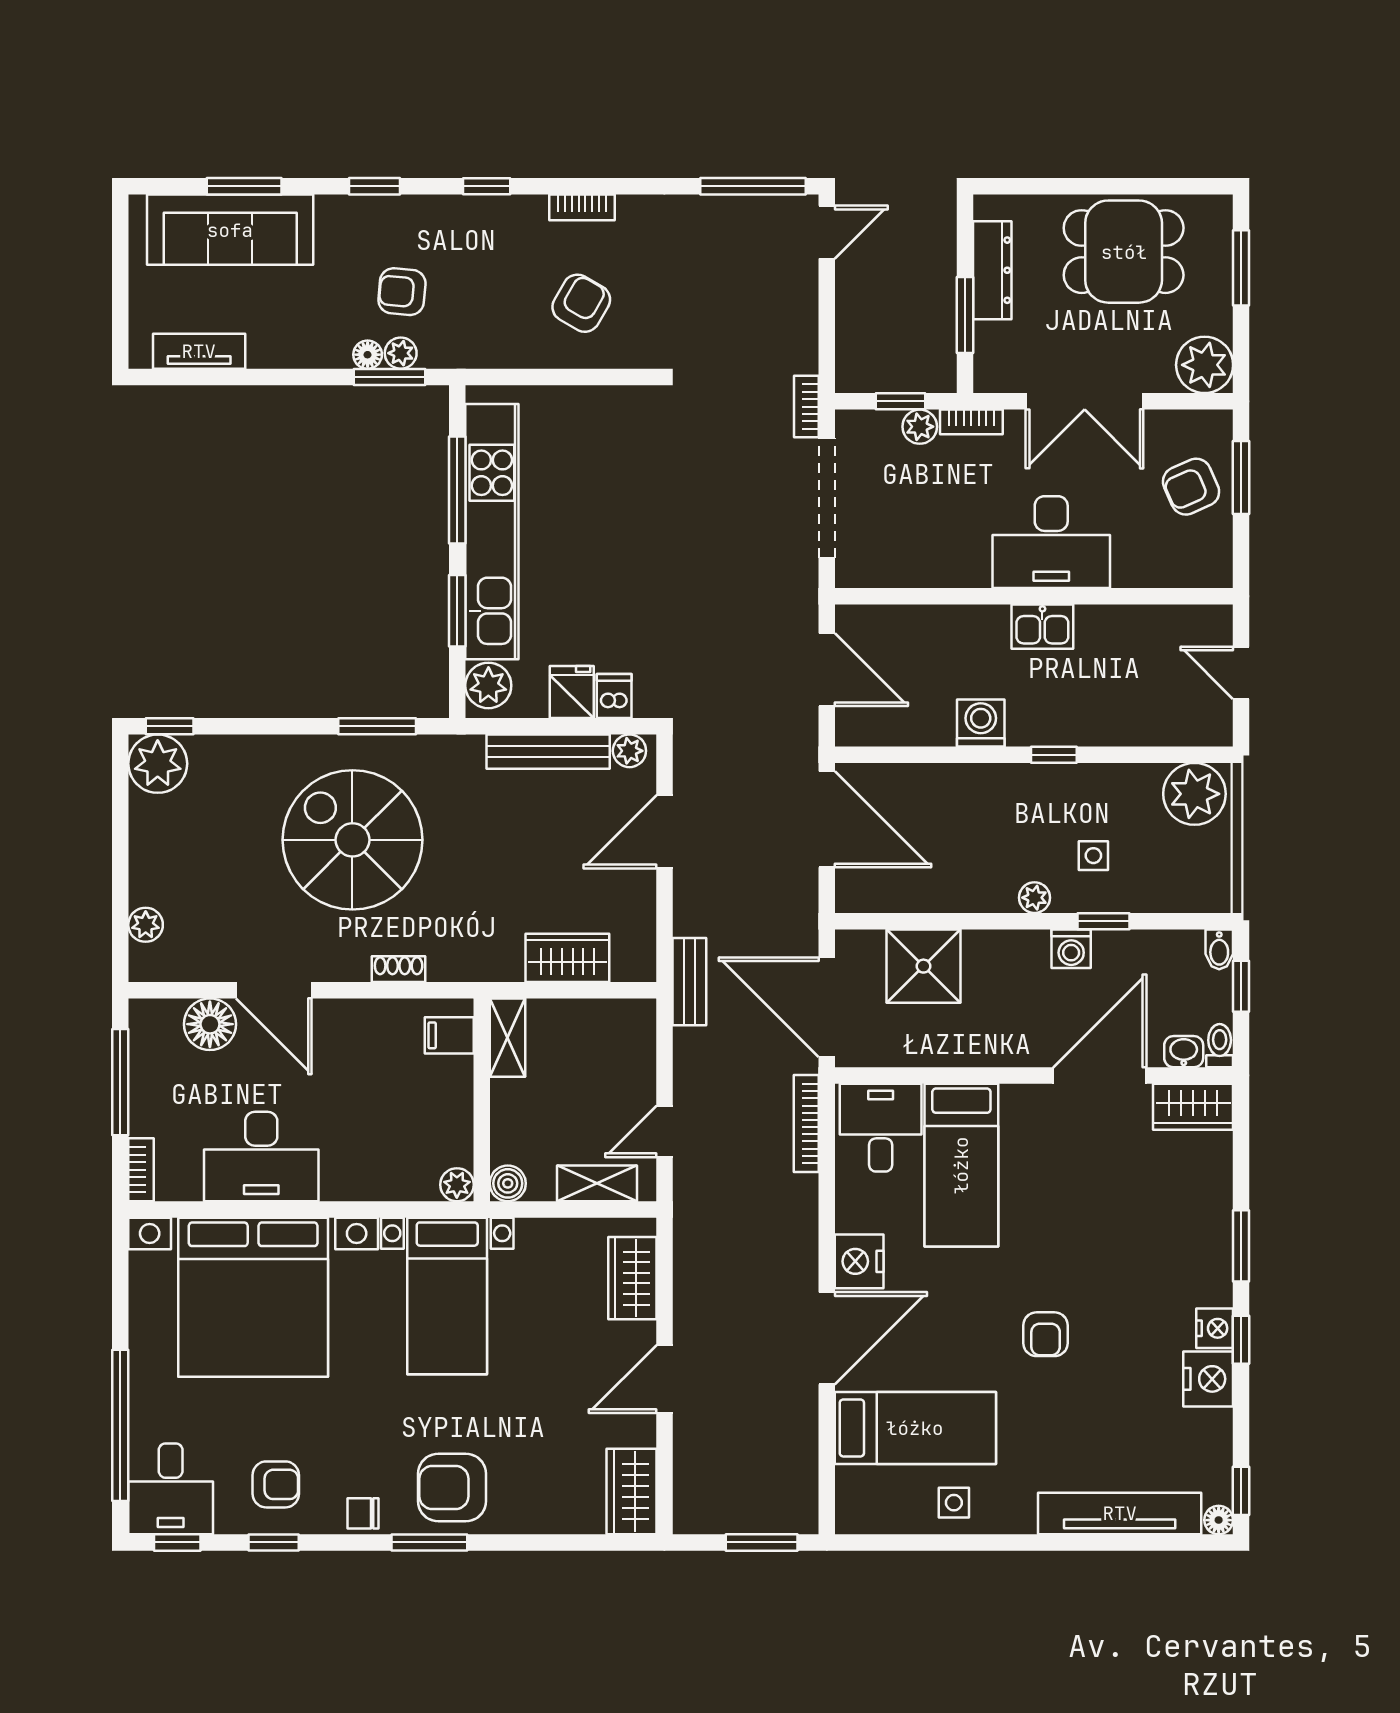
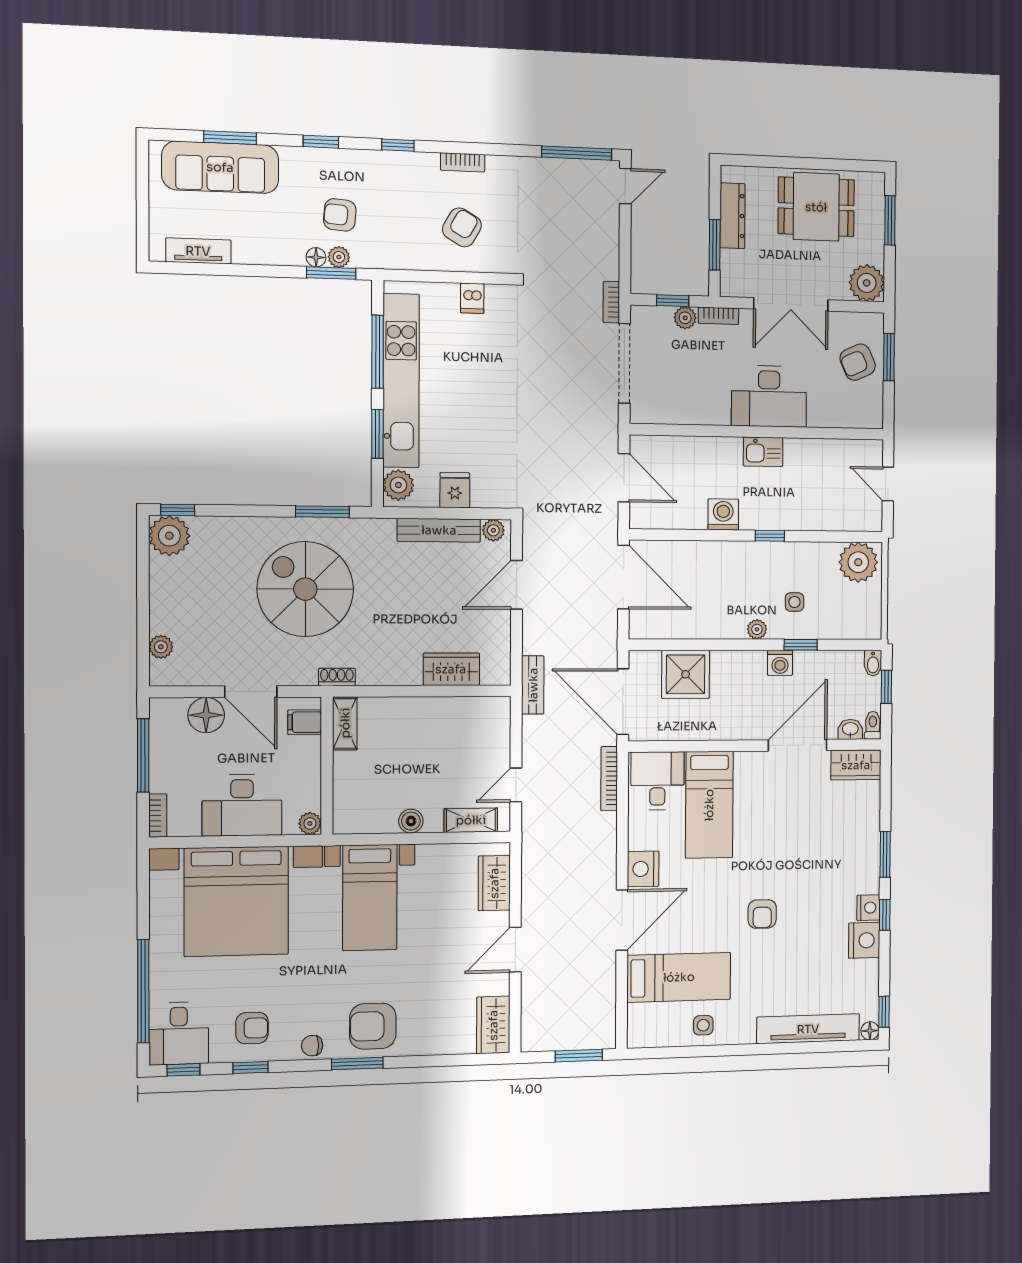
dishwasher: (614, 696) -> (472, 298), moved, turned 180
filing cabinet: (449, 1035) -> (305, 722), moved
shelving: (508, 1038) -> (345, 723), moved
wall: (482, 1100) -> (327, 766), moved
plant: (457, 1185) -> (310, 823), moved

